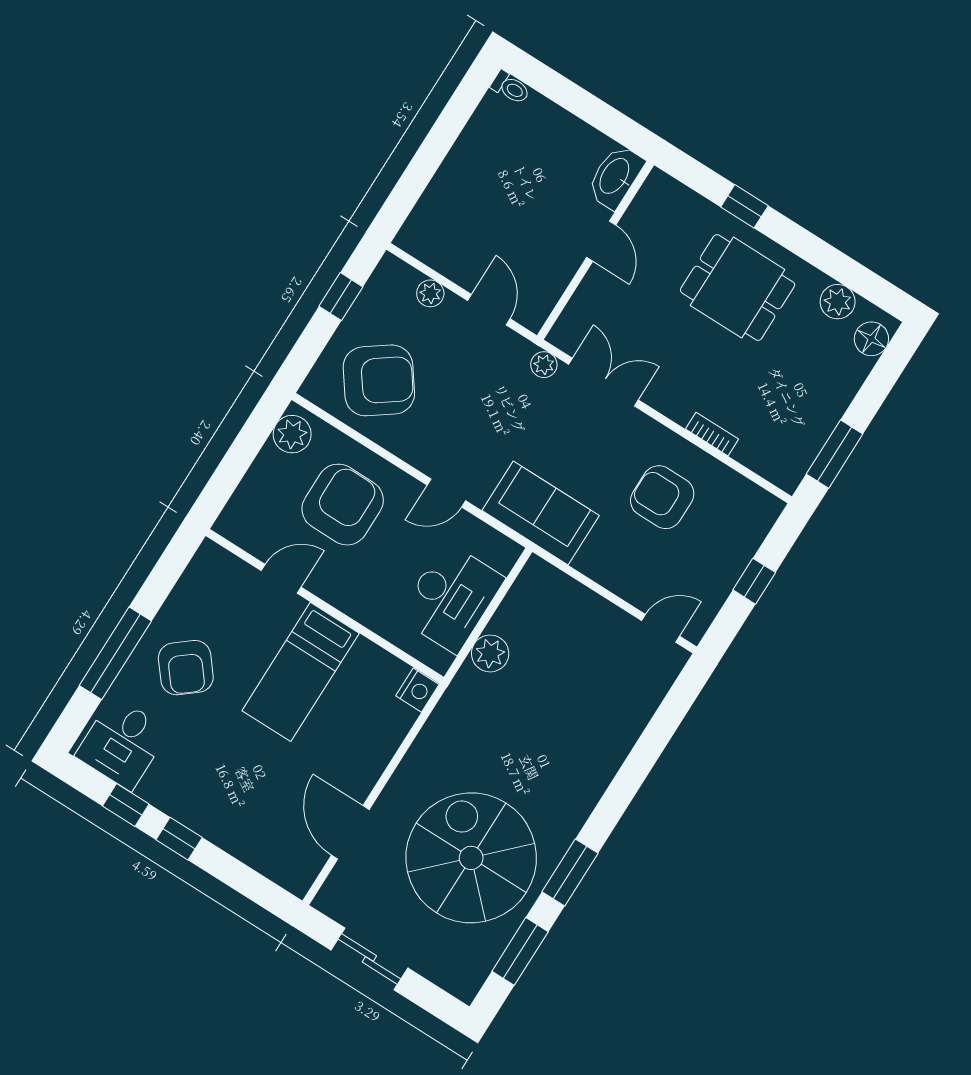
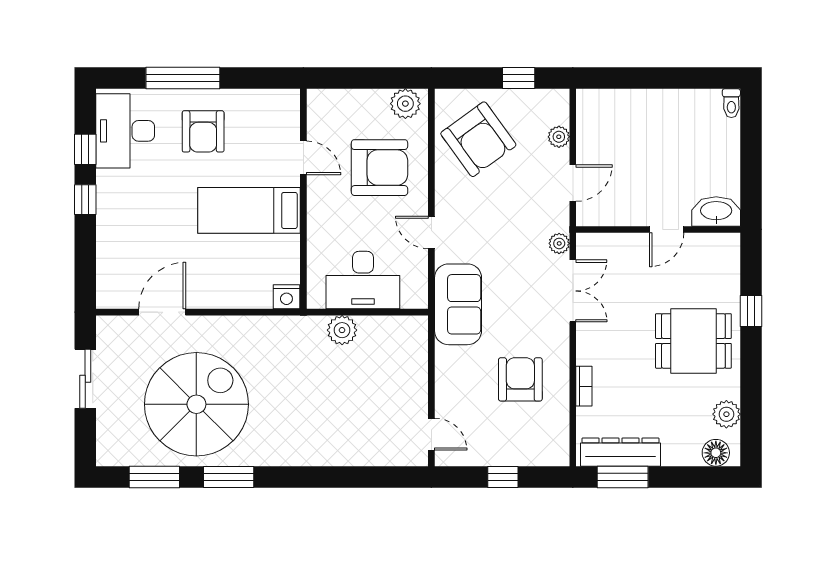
dining table: (738, 287) -> (693, 341), turned 90
dresser: (807, 440) -> (620, 452), added
armchair: (186, 668) -> (203, 131), turned -51
desk: (122, 743) -> (125, 131), width x1.37

